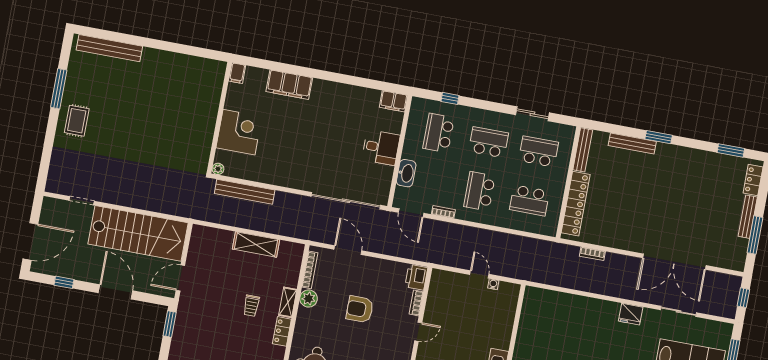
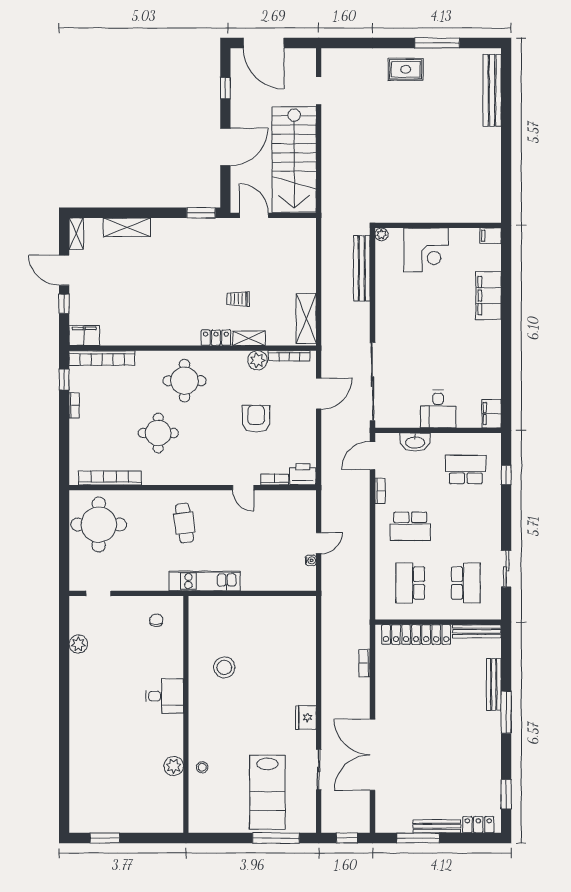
window: (659, 137) -> (506, 712), width x1.44
school desk: (488, 142) -> (466, 526), removed
school desk: (479, 191) -> (410, 526), turned 180
shelving: (256, 244) -> (306, 318), moved

